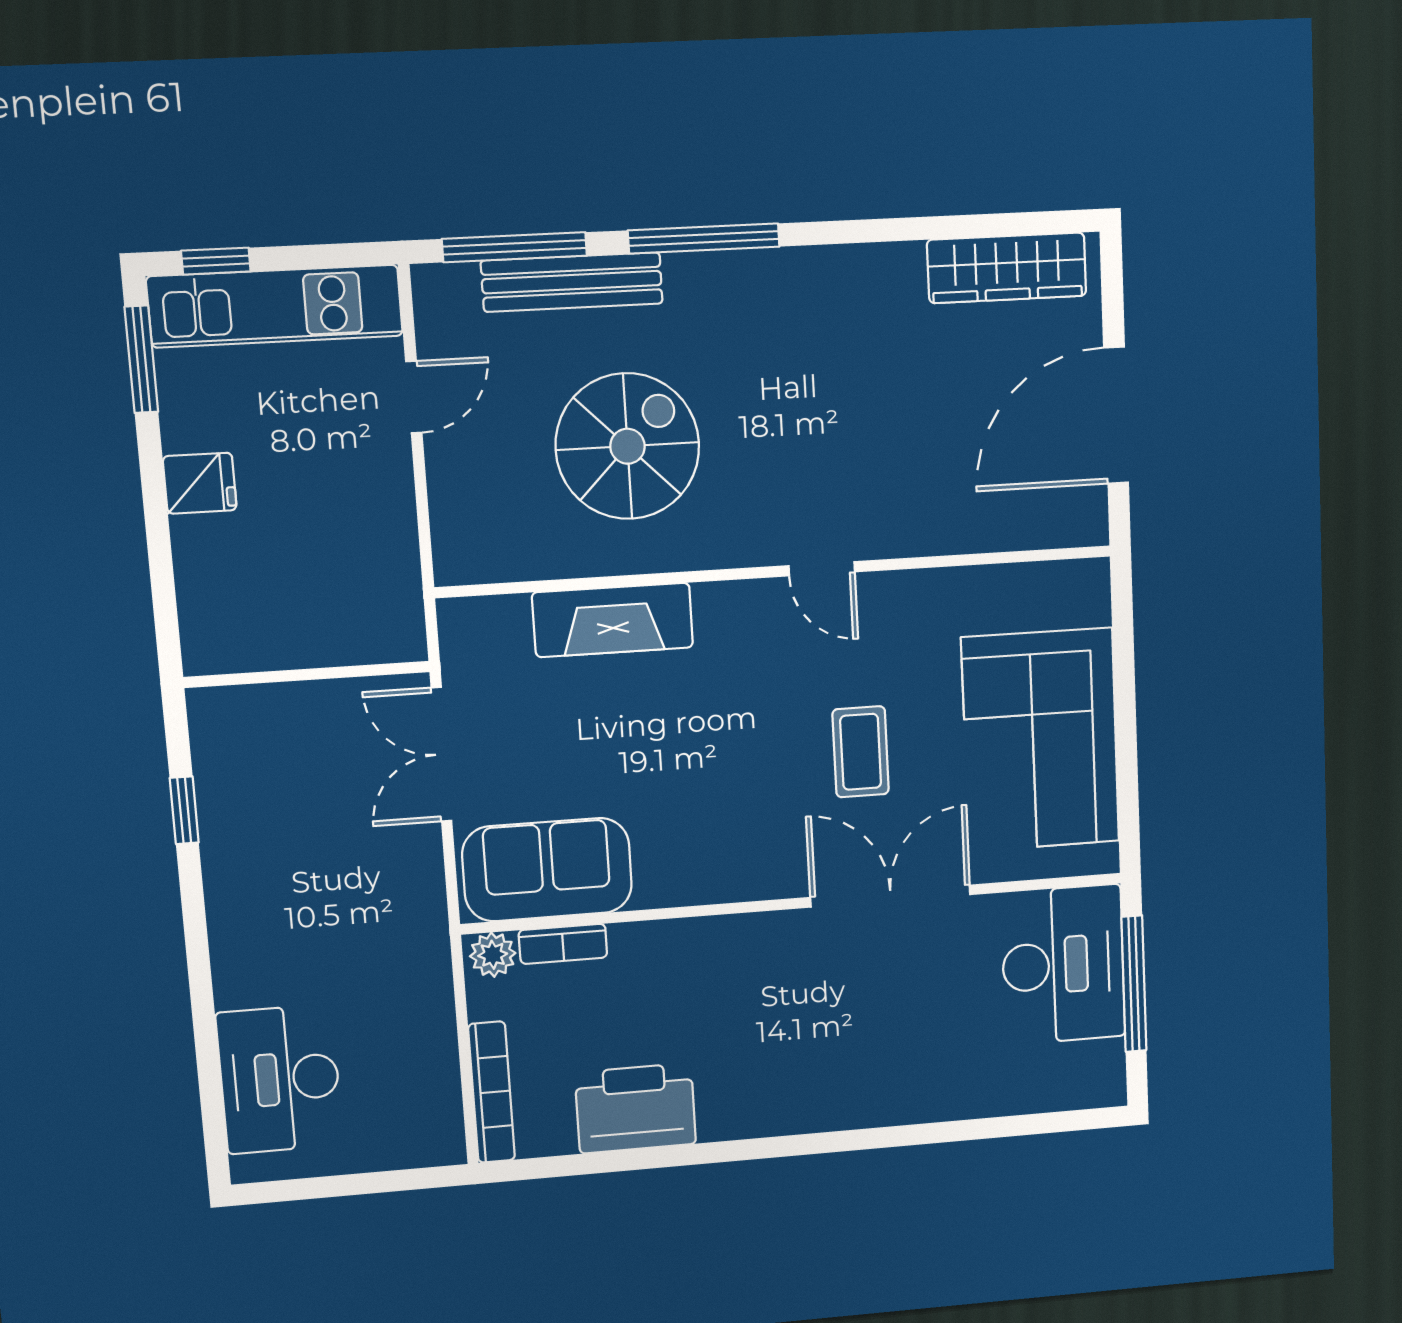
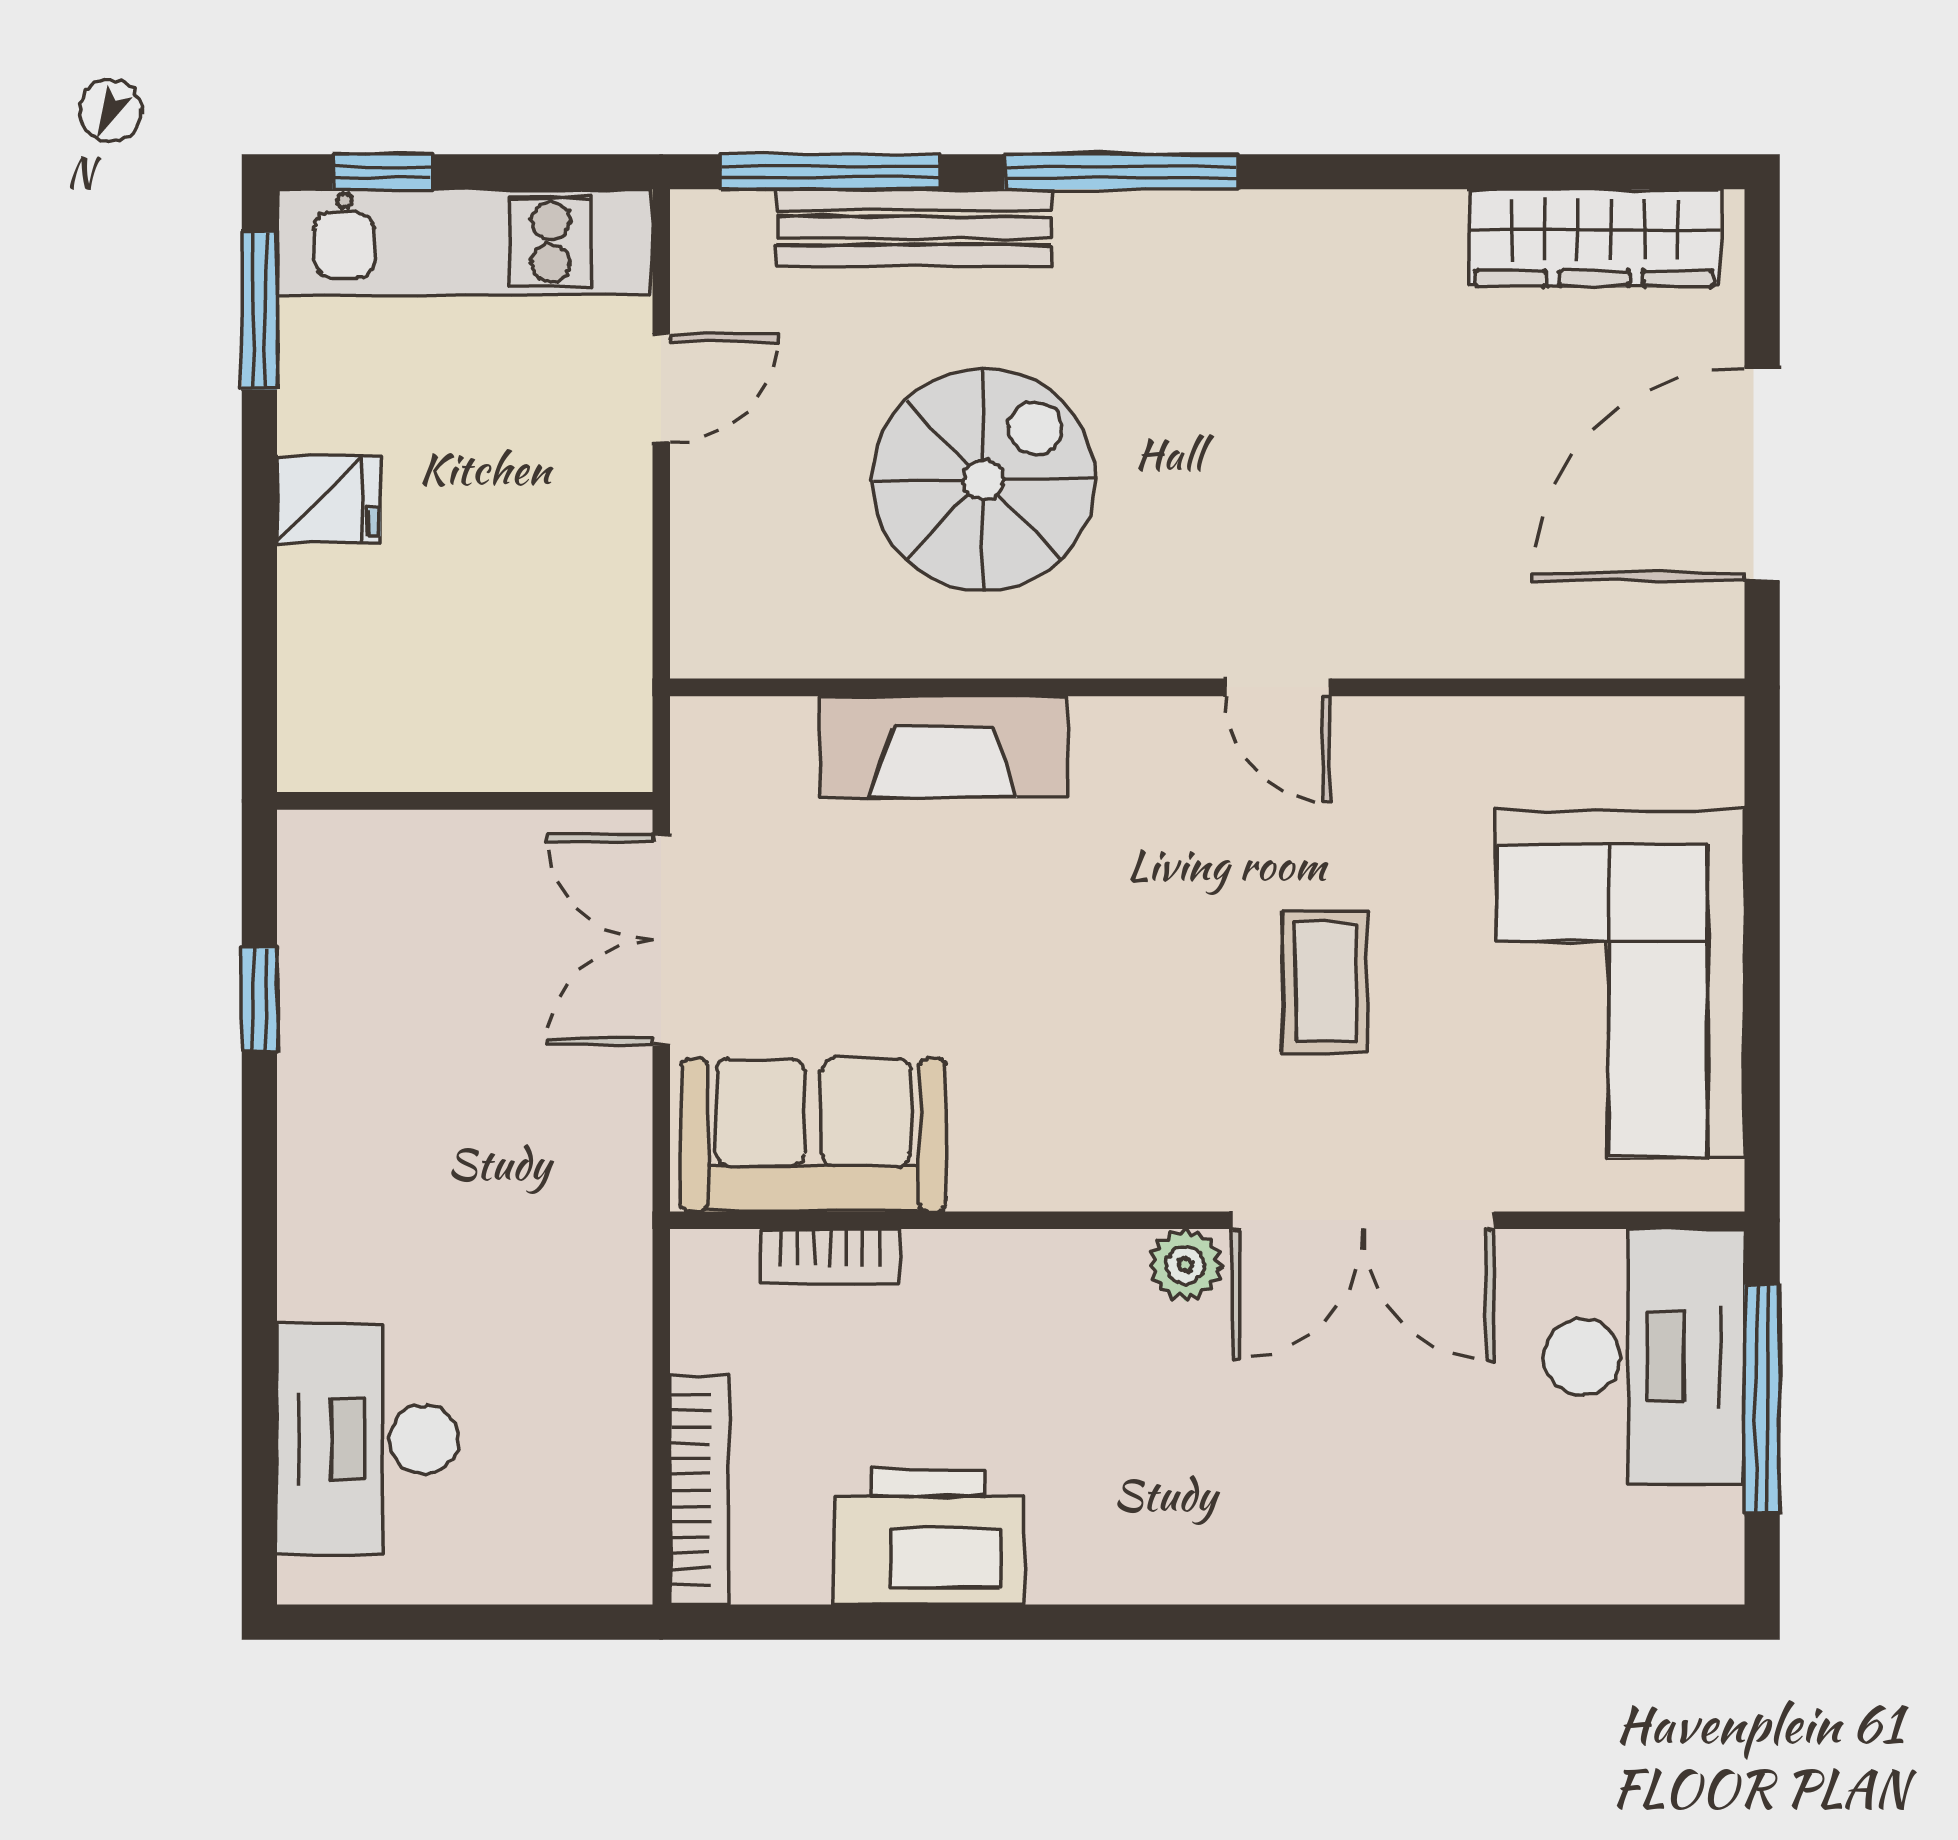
double door: (891, 896) -> (1363, 1220), swing flipped
plant: (493, 955) -> (1185, 1265), moved

